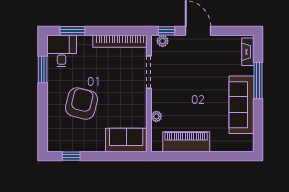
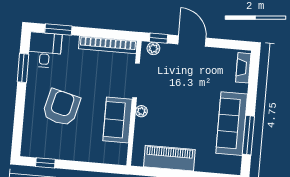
window: (258, 80) -> (248, 135), moved
plant: (156, 116) -> (141, 111), moved
sofa: (126, 140) -> (118, 120), moved, turned -90

